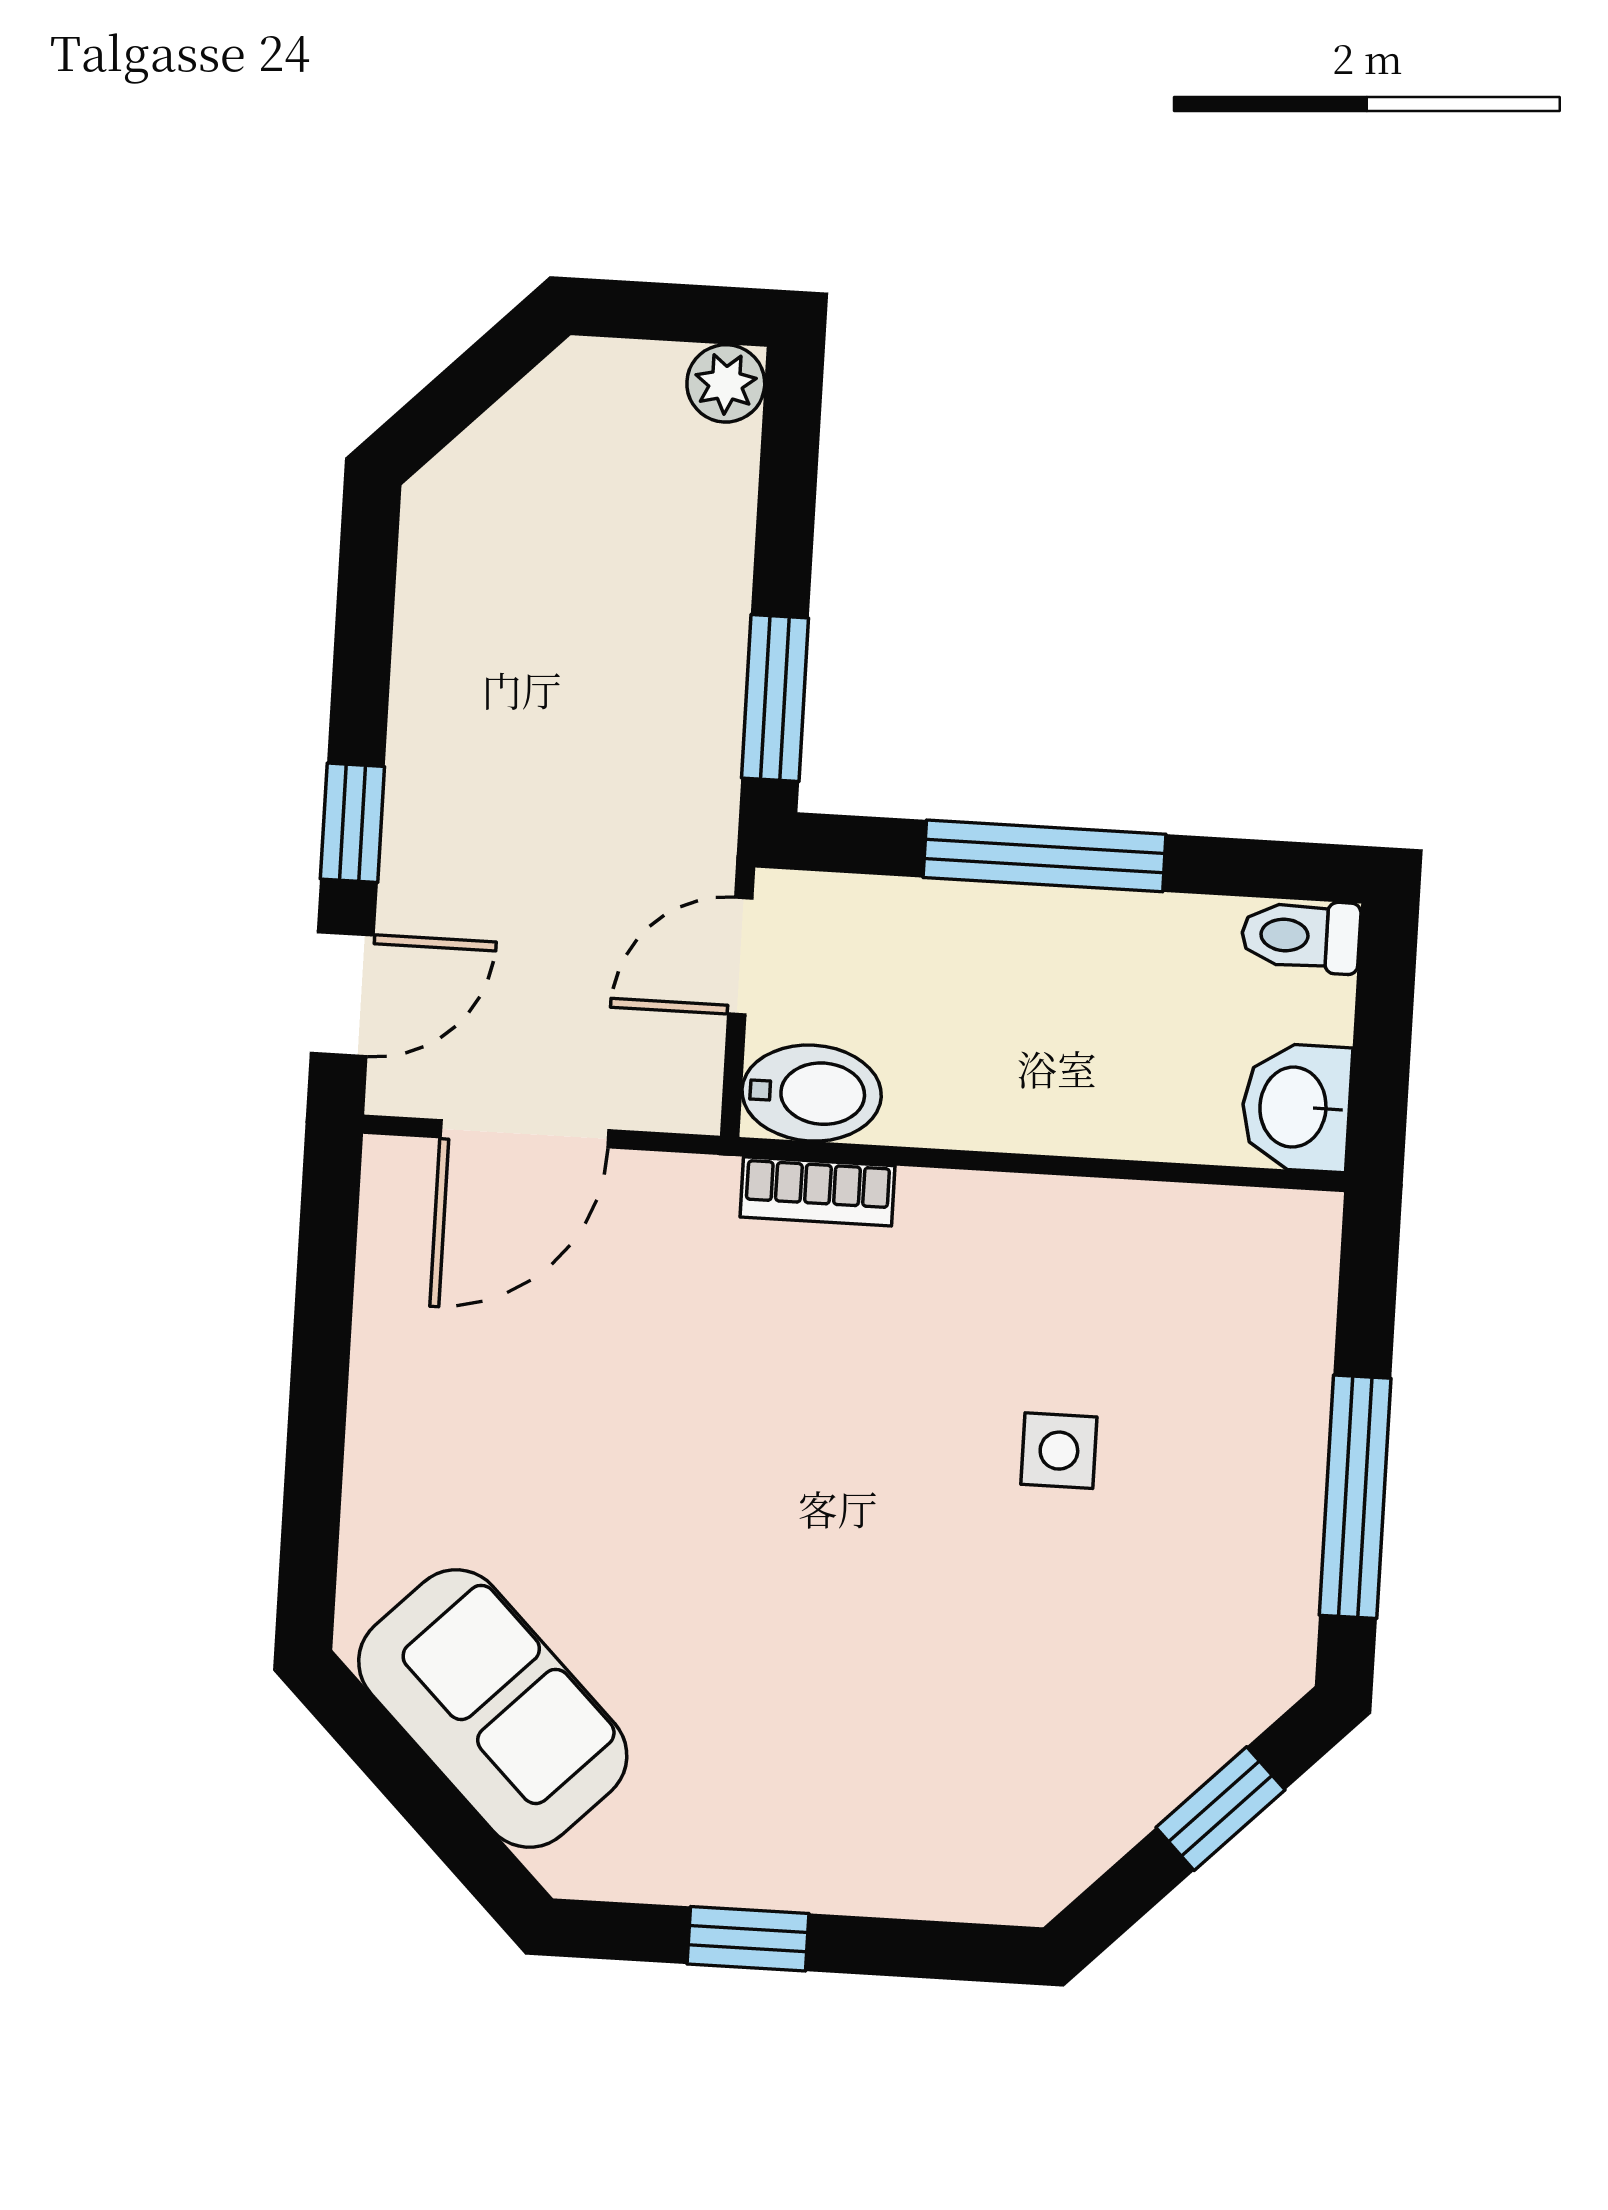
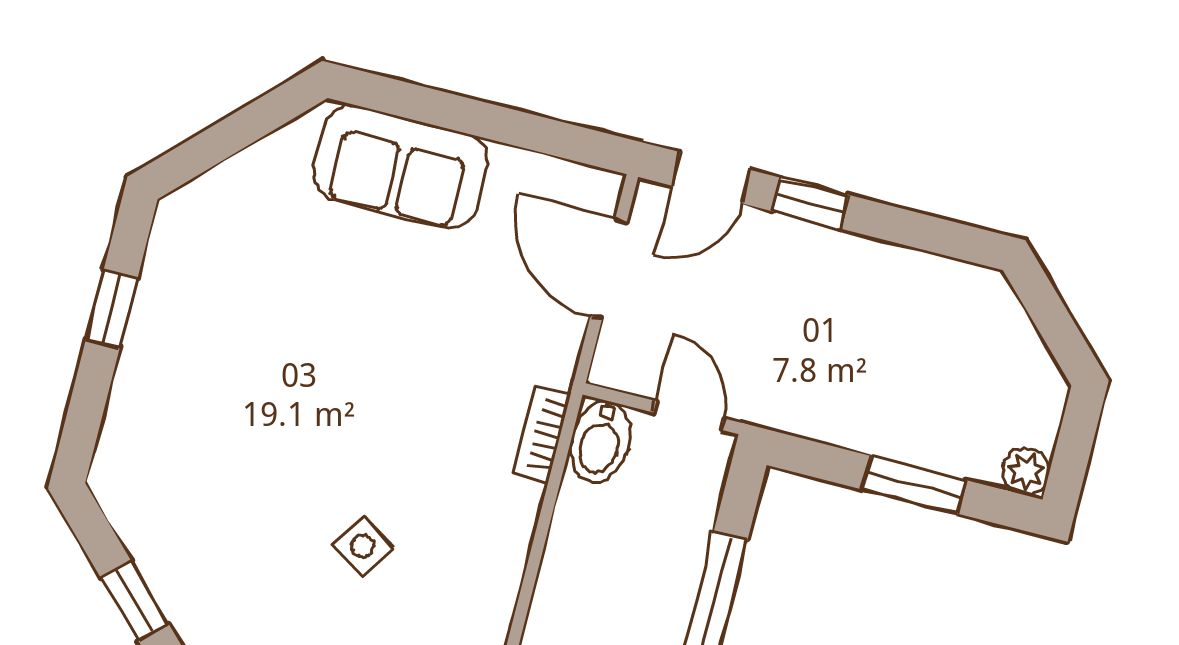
window: (775, 698) -> (914, 485), moved
door: (342, 994) -> (711, 178), hinge flipped
side table: (1059, 1451) -> (363, 546), turned 33
sofa: (493, 1708) -> (400, 166), moved, turned 45

